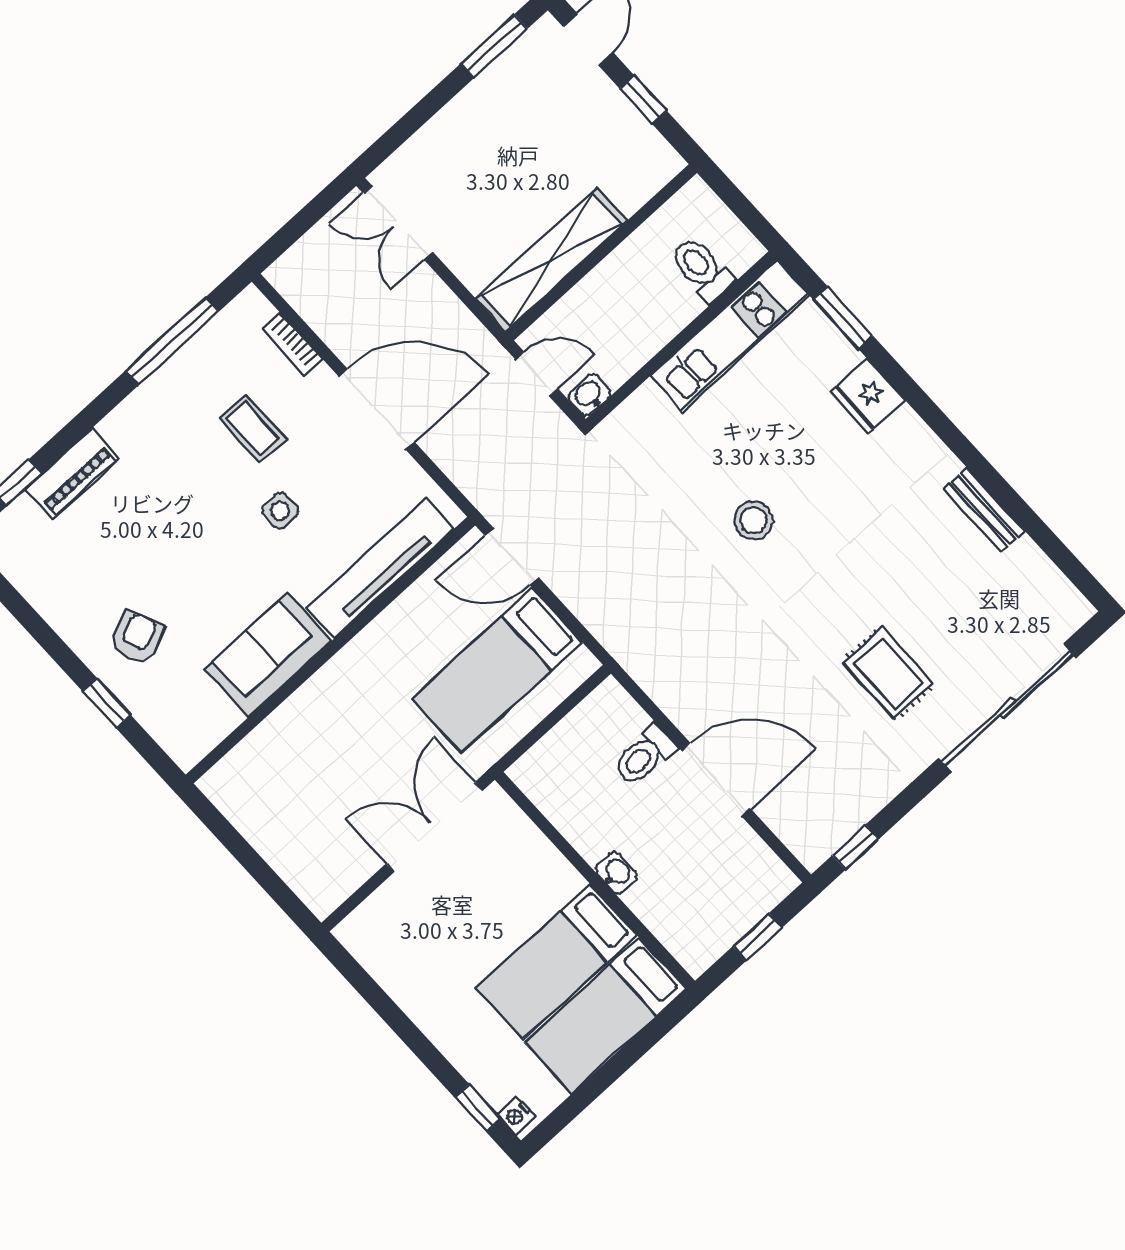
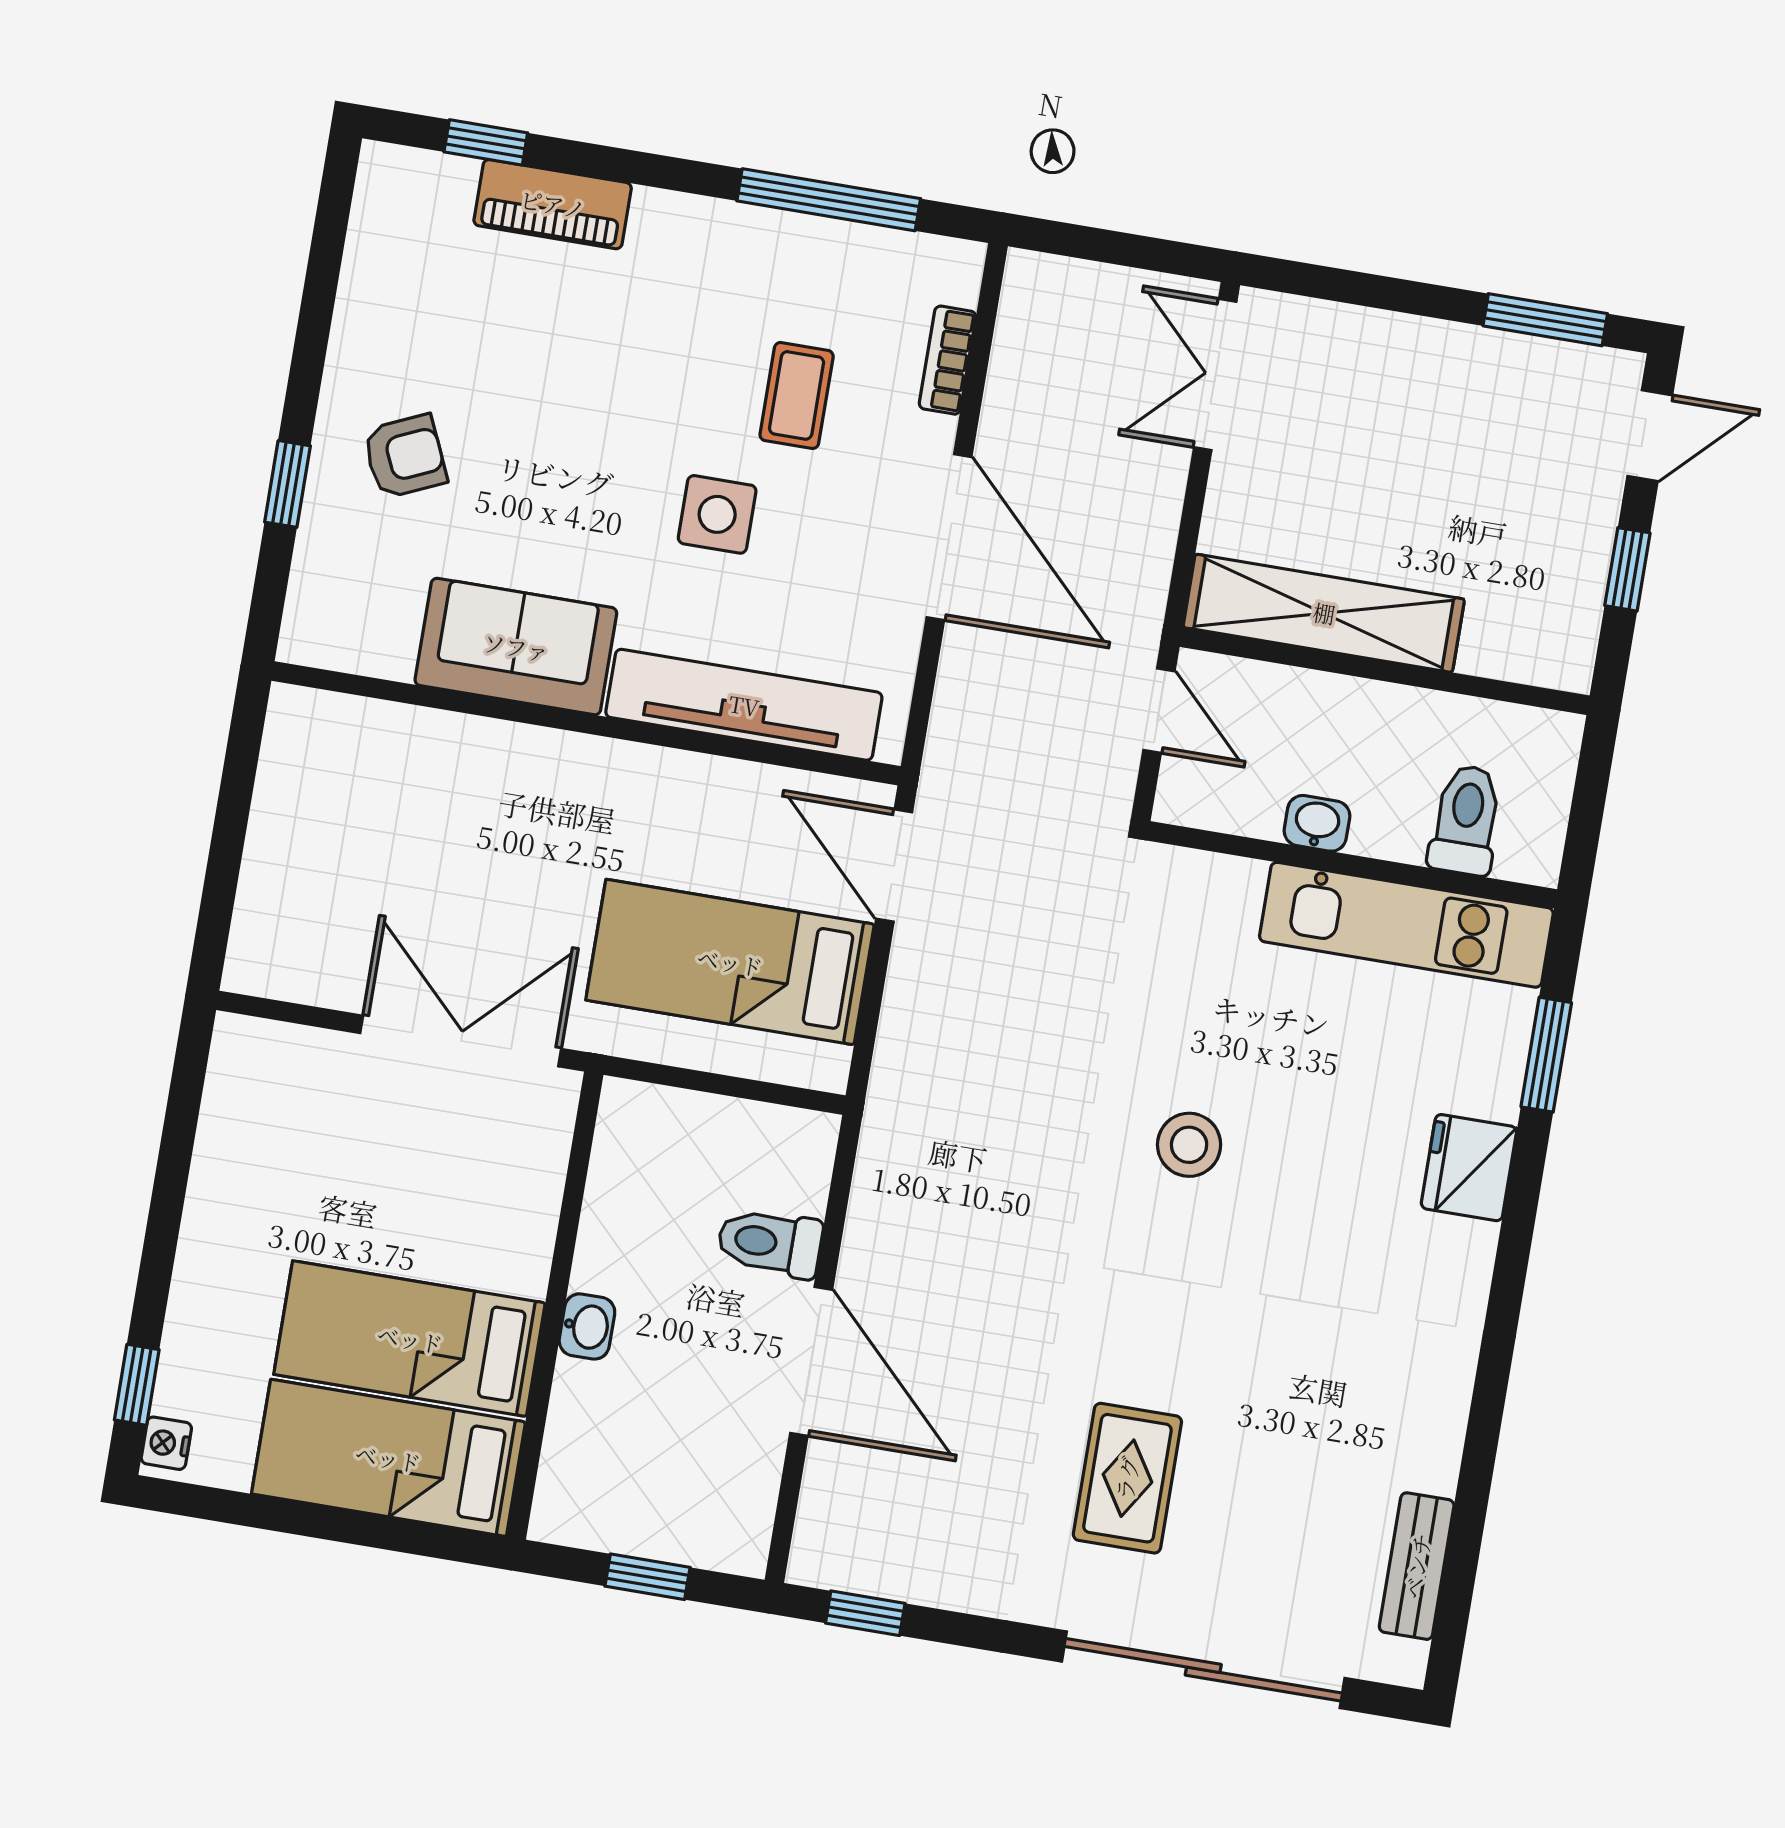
washbasin: (589, 395) -> (1317, 823), moved
bench: (984, 510) -> (1417, 1566), moved
side table: (280, 511) -> (717, 514), width x1.37, depth x1.37

